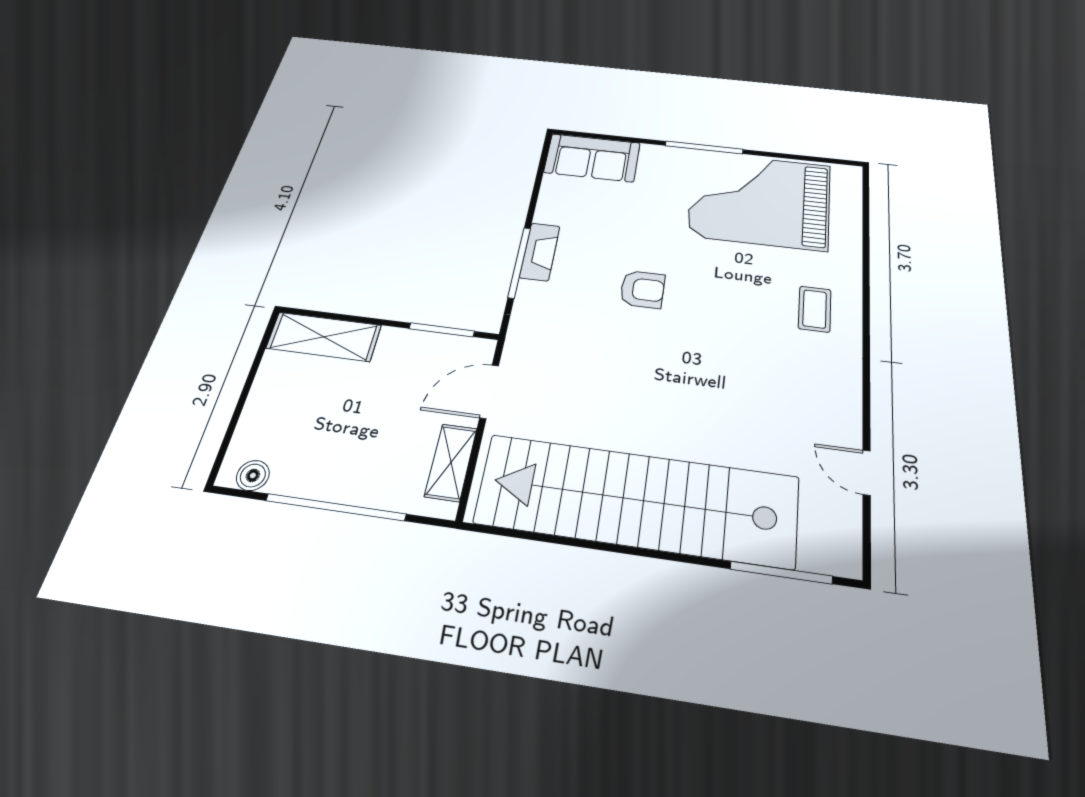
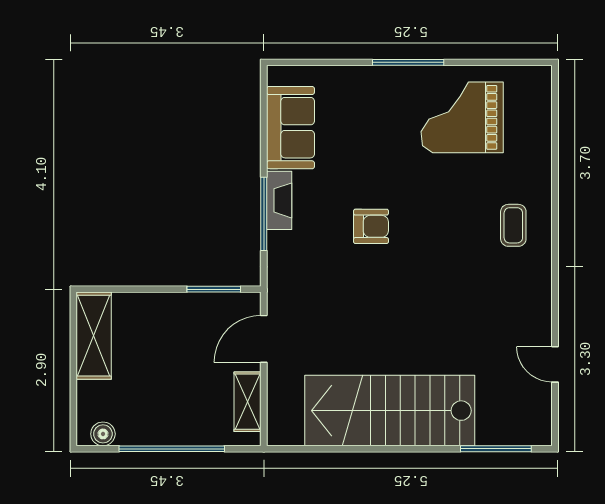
sofa: (592, 158) -> (290, 128), moved, turned -90
grand piano: (759, 200) -> (462, 117), width x0.73, depth x0.68
shelving: (324, 337) -> (94, 336), moved, turned 90
stairs: (637, 500) -> (390, 411), width x0.73

